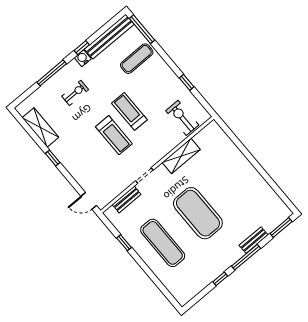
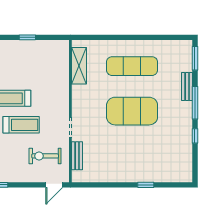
exercise bike: (182, 118) -> (45, 156), moved
shelving: (181, 156) -> (79, 66), moved
window: (124, 243) -> (146, 185), moved
exercise mat: (163, 243) -> (132, 66), moved

